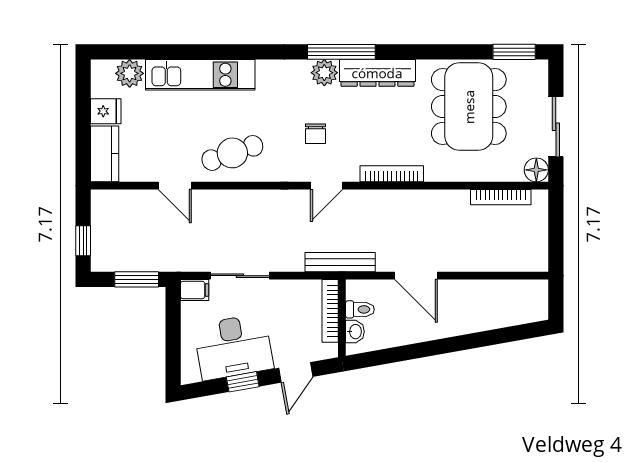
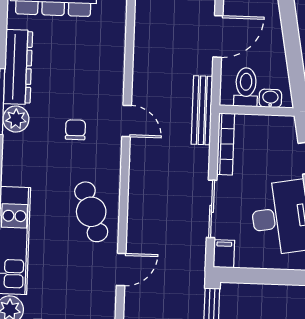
chair: (316, 134) -> (75, 130), turned -90
bookcase: (392, 174) -> (117, 57), removed
toilet: (360, 309) -> (246, 87), width x1.37, depth x1.39
bookcase: (330, 311) -> (226, 144), moved, turned -90

